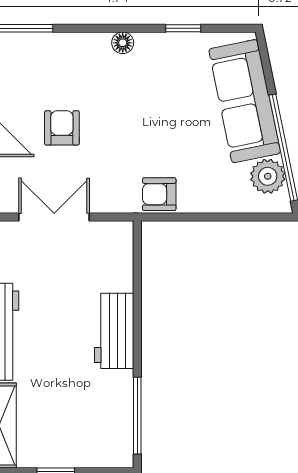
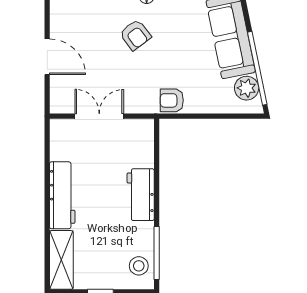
armchair: (62, 128) -> (135, 35), moved, turned 143
stool: (111, 434) -> (139, 266), added

